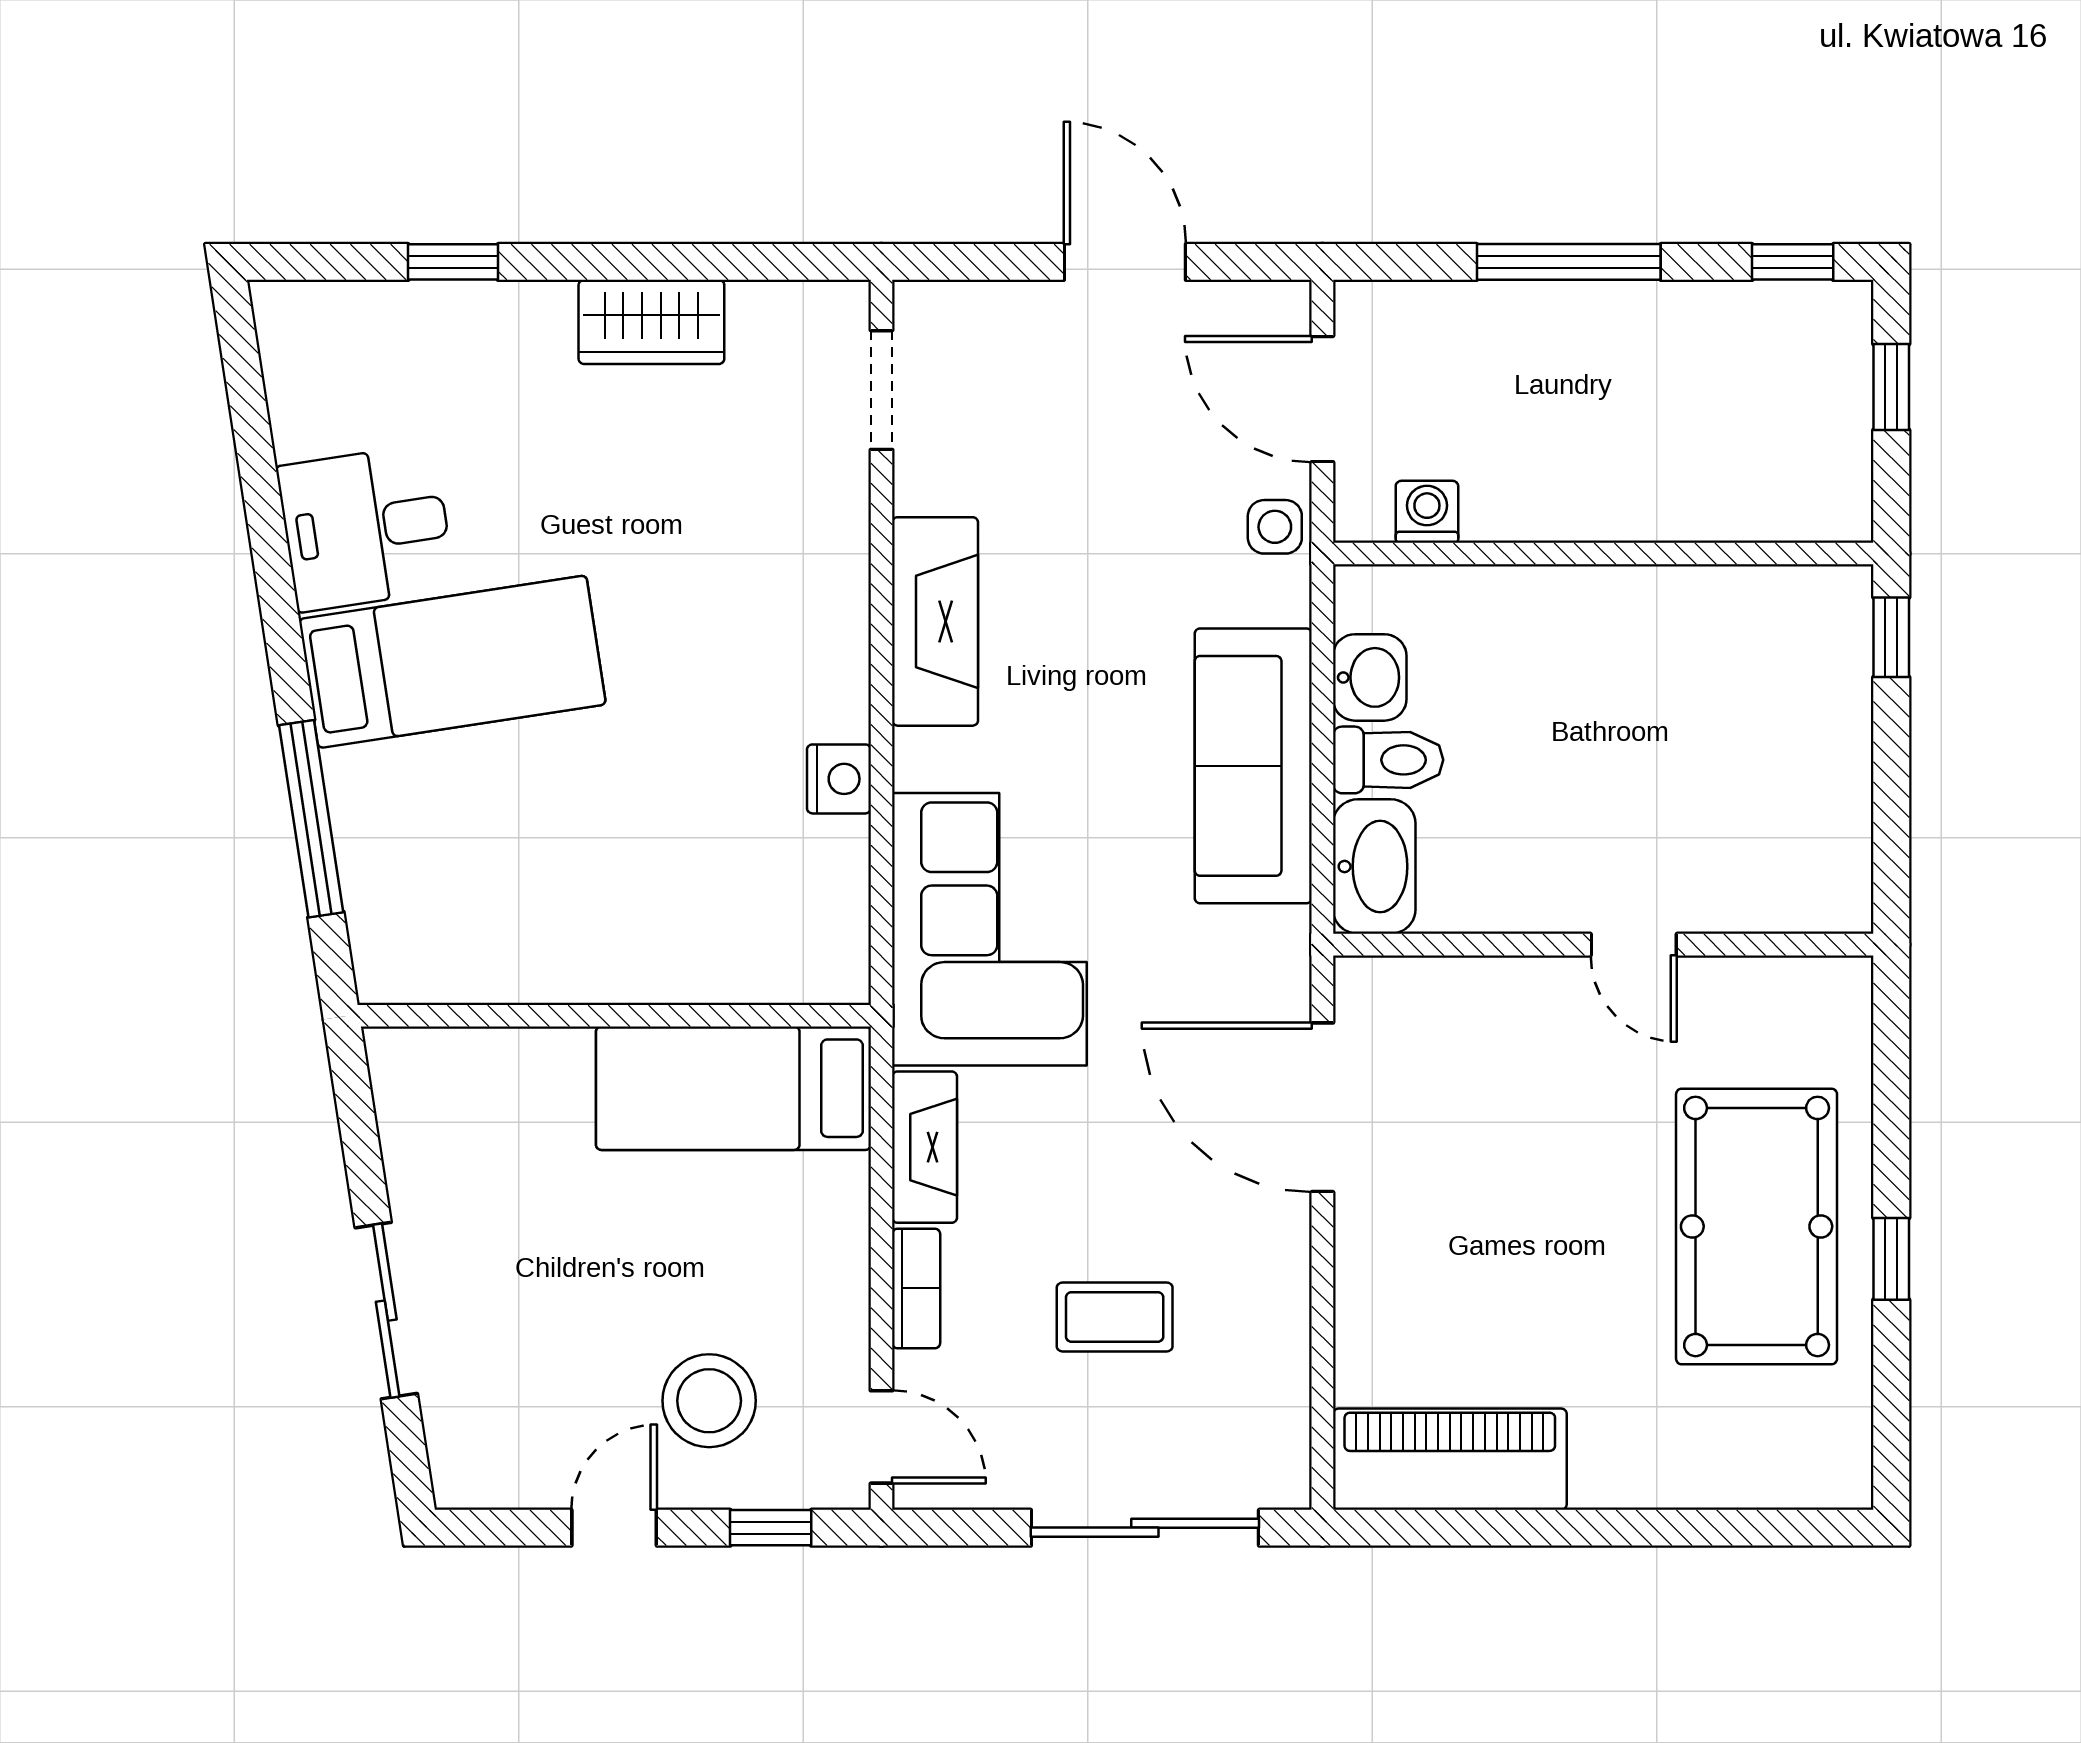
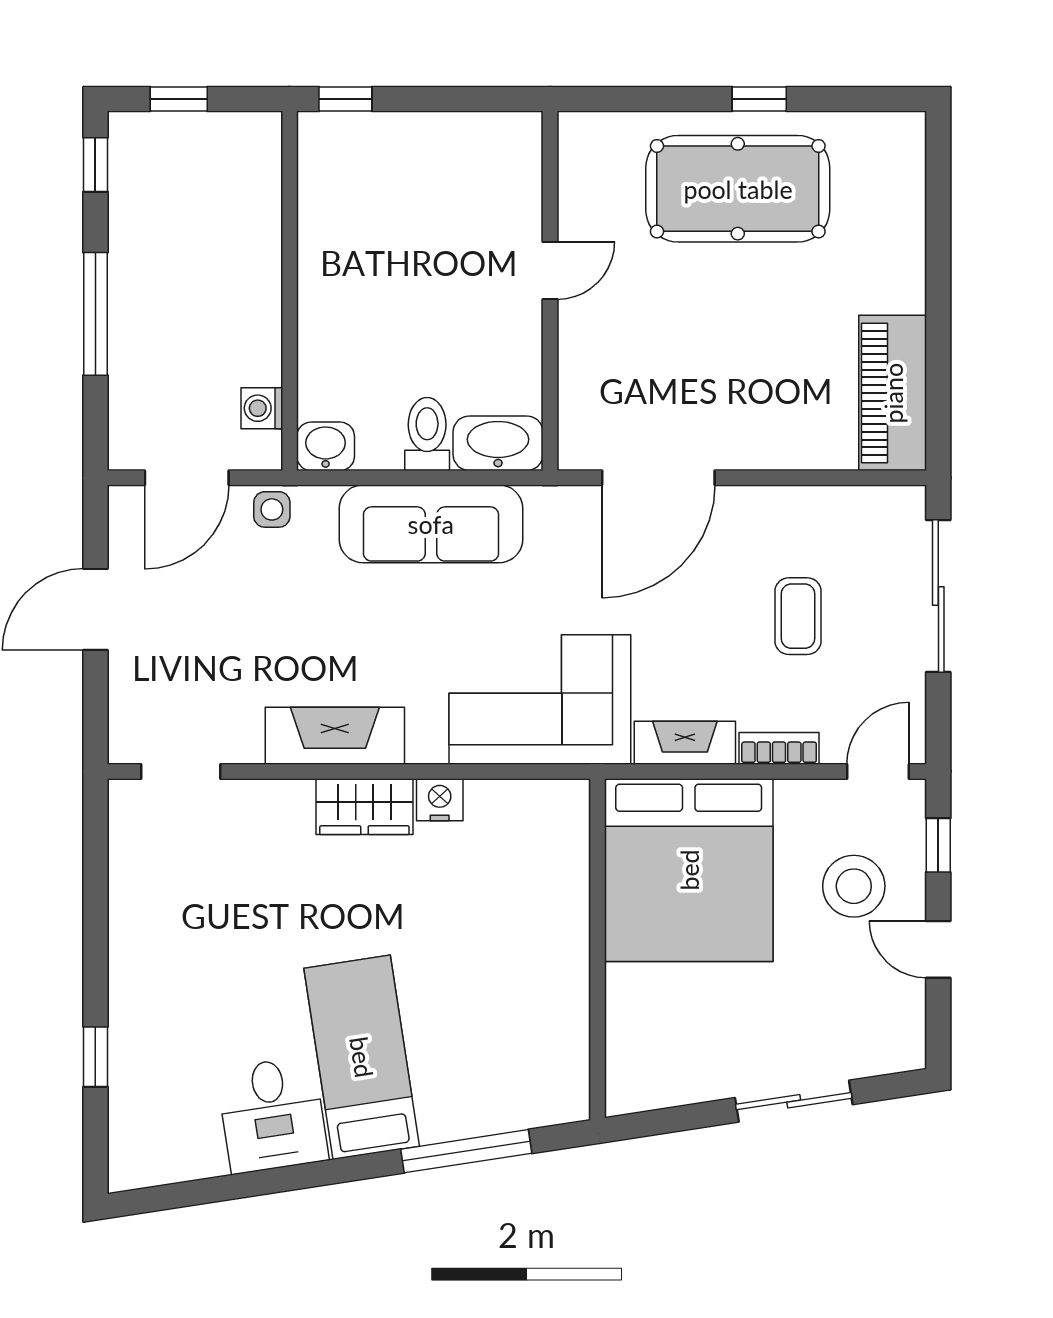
wardrobe: (651, 322) -> (364, 807), moved, turned 90
washbasin: (1370, 677) -> (326, 446), moved
bed: (733, 1088) -> (689, 870), width x2.04

